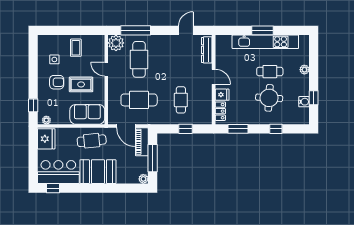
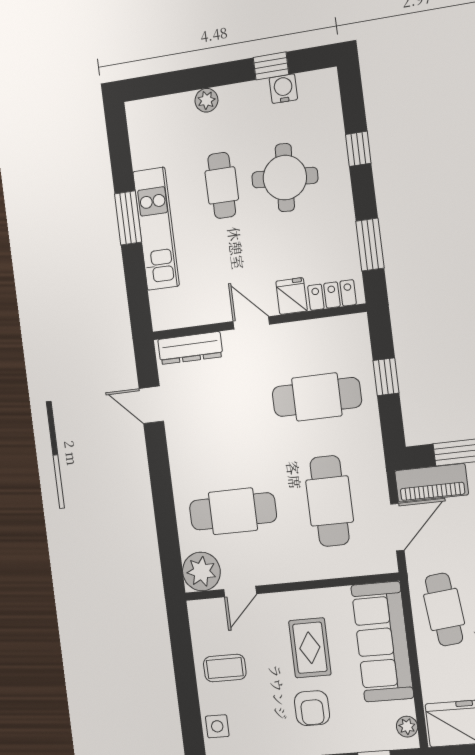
window: (136, 30) -> (167, 527), removed
kitchen unit: (265, 42) -> (156, 229), width x0.73
side table: (54, 59) -> (217, 726), moved
door: (106, 69) -> (240, 592), moved
door: (214, 77) -> (251, 323), hinge flipped
armchair: (57, 82) -> (312, 708), turned 180
cafe table: (181, 100) -> (317, 397), width x1.37, depth x1.35
sofa: (87, 114) -> (382, 642), width x1.36

